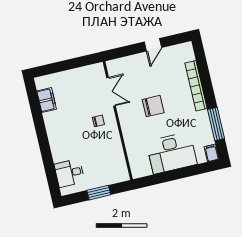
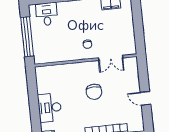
desk: (172, 153) -> (50, 108), width x0.73, depth x0.77
window: (99, 193) -> (27, 37), width x2.11

